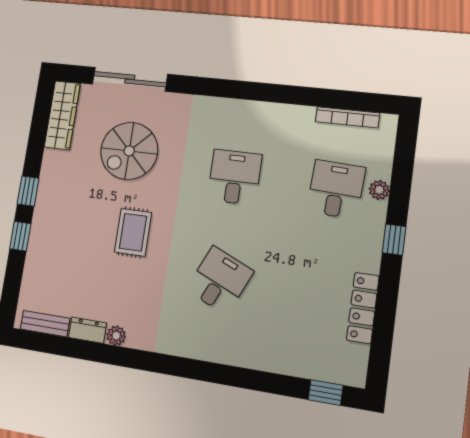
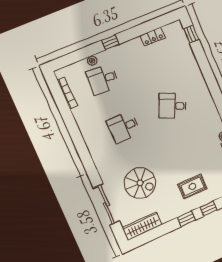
rug: (133, 232) -> (192, 186), moved
locker: (363, 308) -> (153, 37), width x0.66

